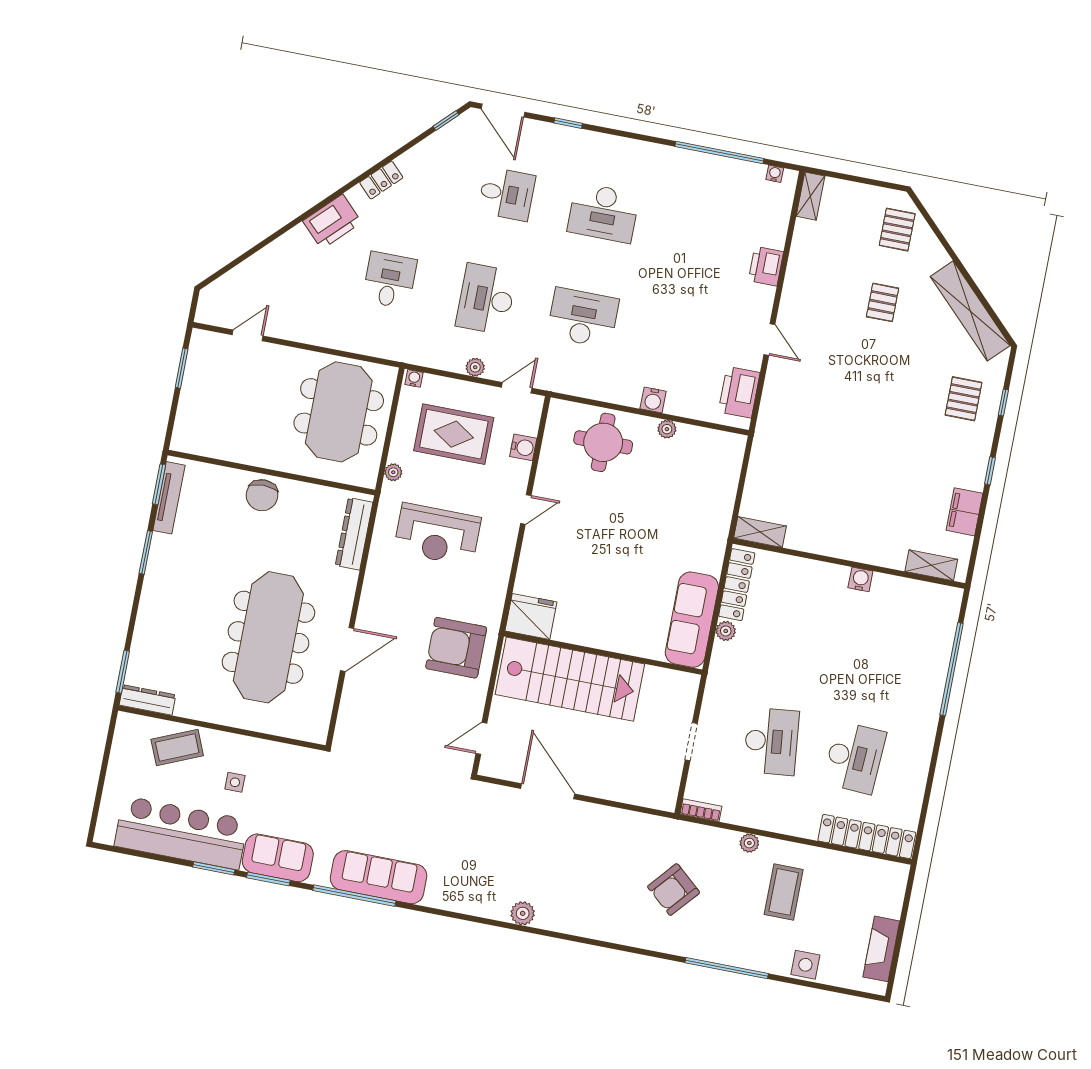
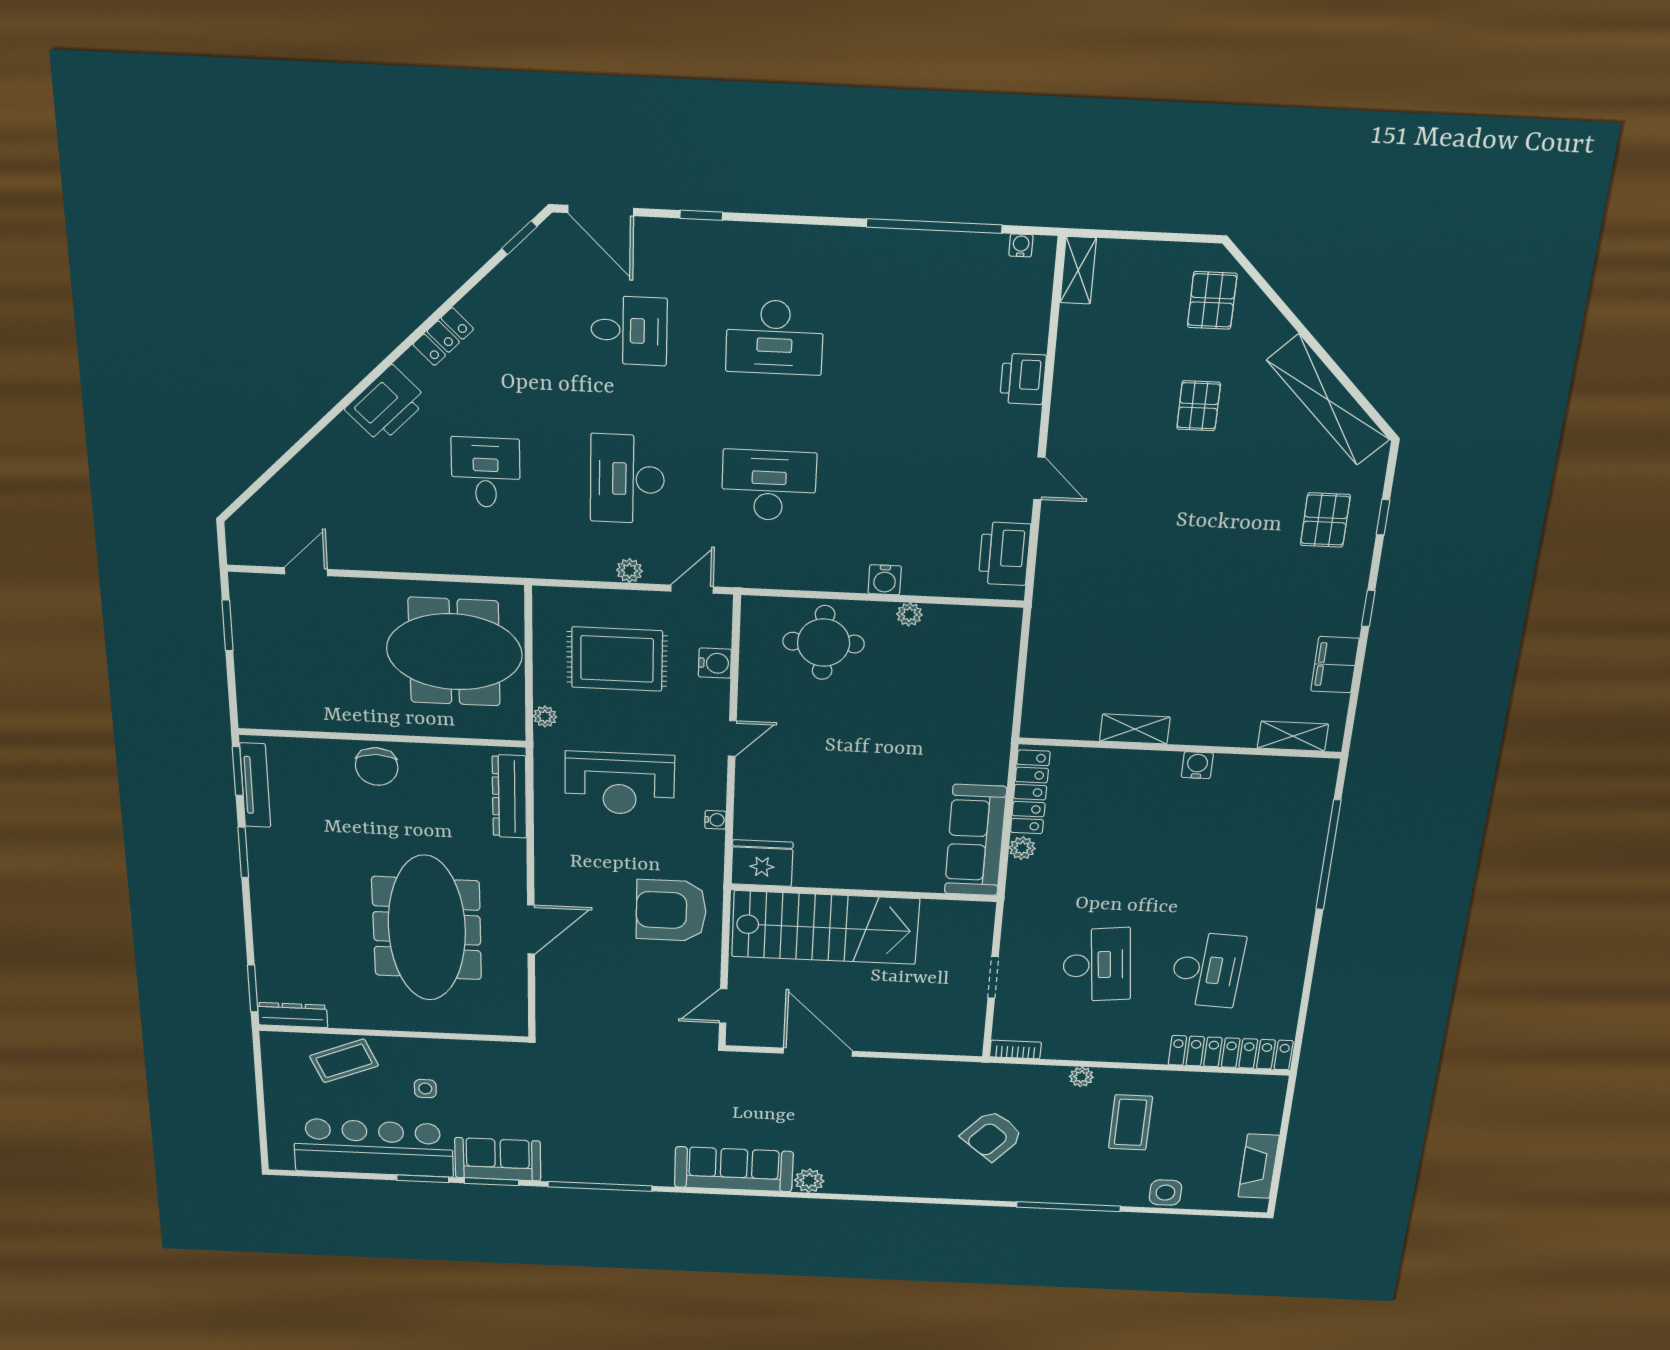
water cooler: (414, 378) -> (715, 820), moved, turned 90
meeting table: (339, 412) -> (454, 652), turned 90
shelving: (760, 532) -> (1135, 729), moved
sofa: (379, 877) -> (734, 1169), moved

